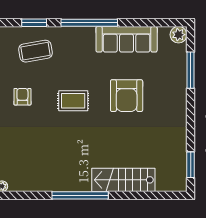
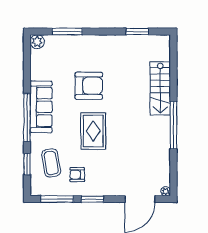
sofa: (127, 39) -> (41, 107), moved
armchair: (22, 97) -> (77, 175), moved
rug: (73, 101) -> (93, 131), width x1.36, depth x1.43
window: (191, 165) -> (137, 32), moved

